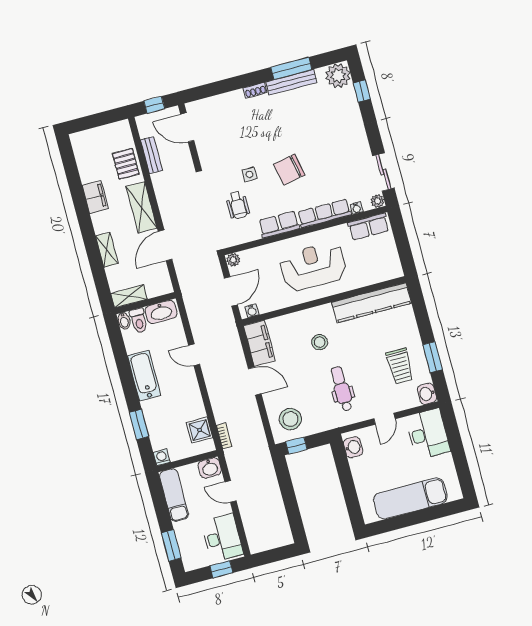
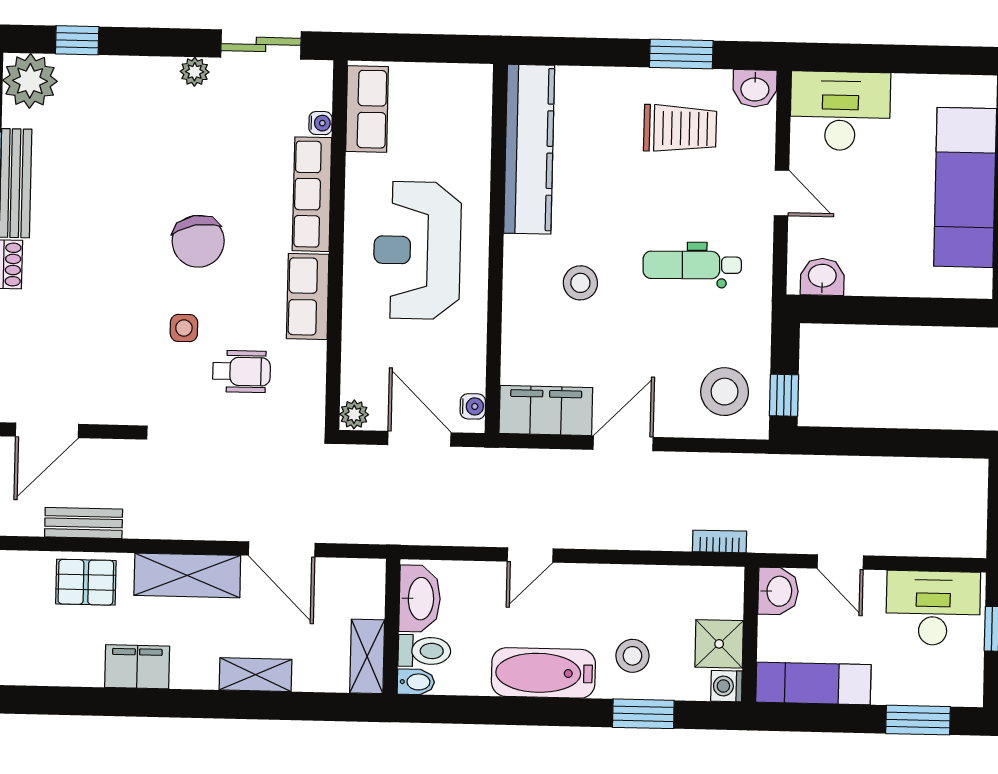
plant: (378, 201) -> (195, 72), moved
stool: (163, 412) -> (632, 656), added
shower: (200, 430) -> (719, 644), moved
door: (231, 491) -> (840, 562), hinge flipped

